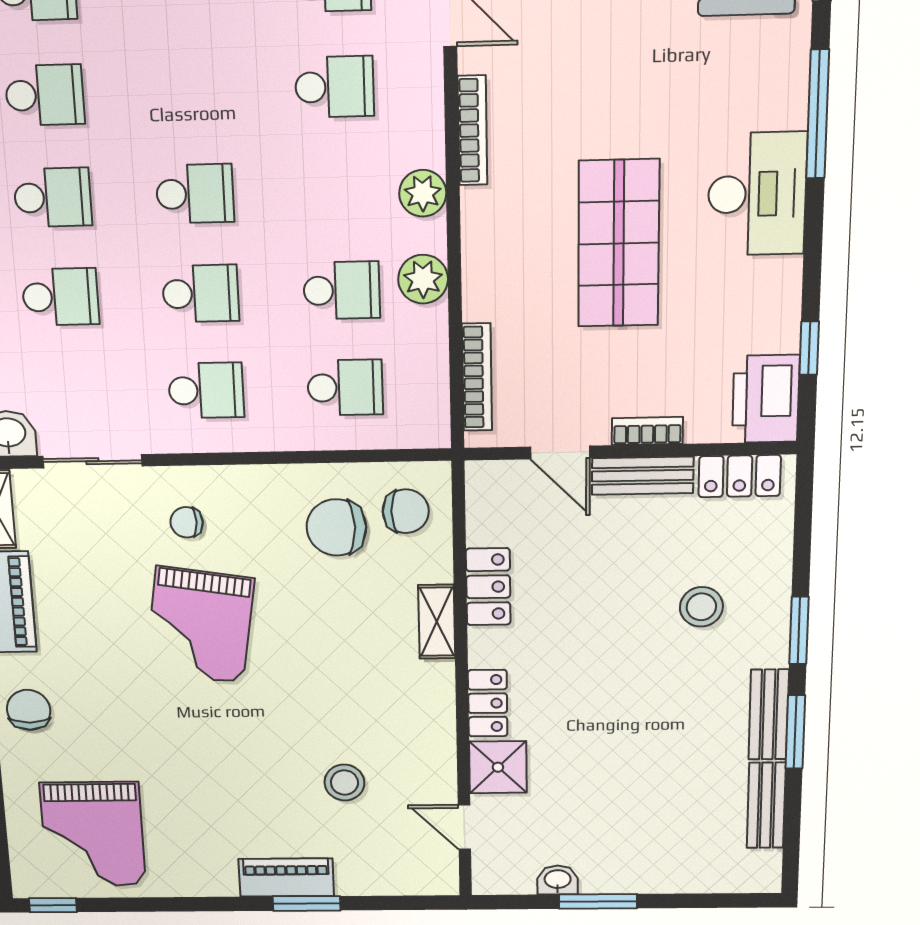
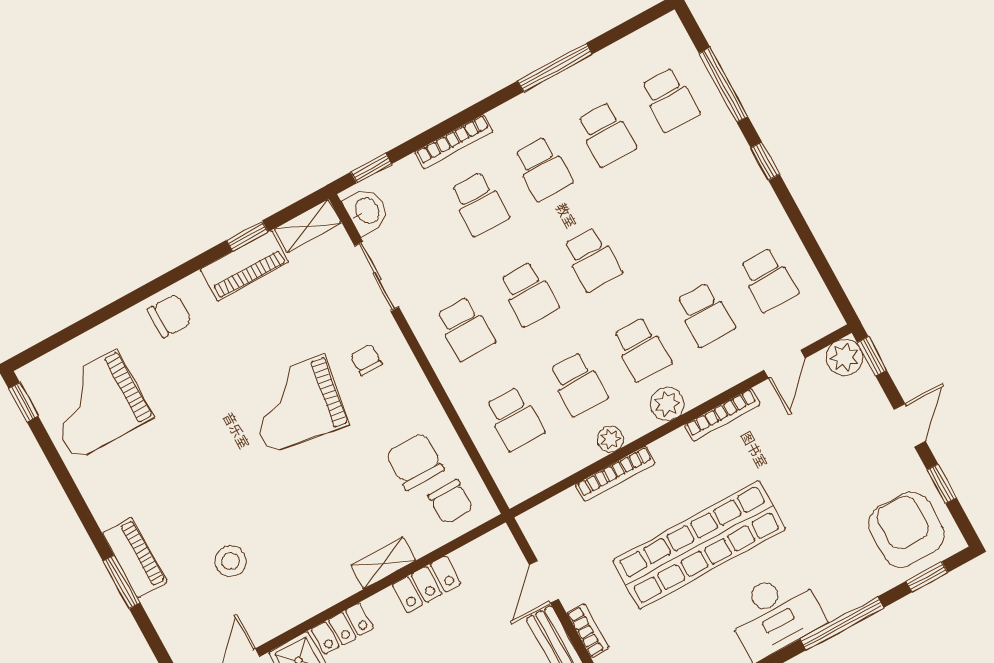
school desk: (338, 190) -> (641, 349), added
shop shelf: (619, 244) -> (699, 545), width x1.40
plant: (423, 279) -> (610, 439), width x0.73, depth x0.73
bookcase: (477, 377) -> (615, 474), moved

